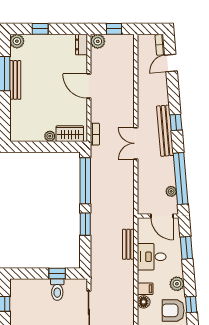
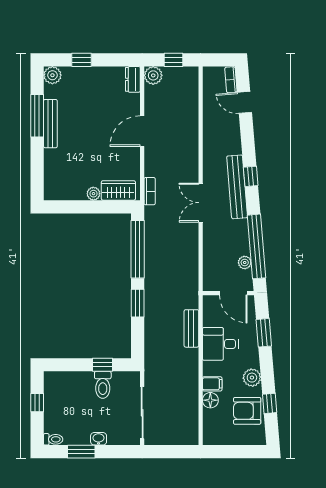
door: (171, 63) -> (244, 102), hinge flipped
door: (89, 86) -> (142, 131), hinge flipped

